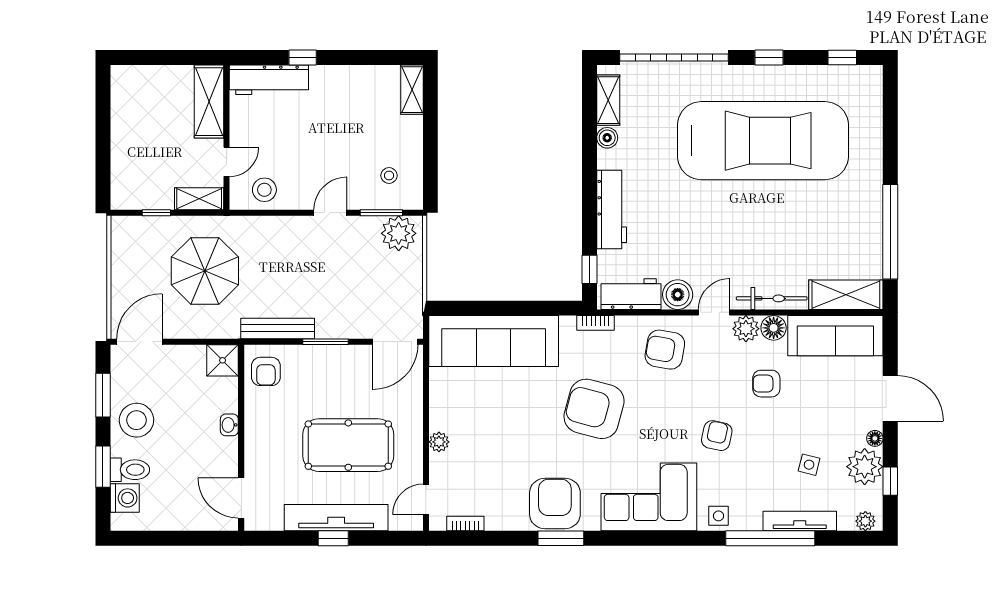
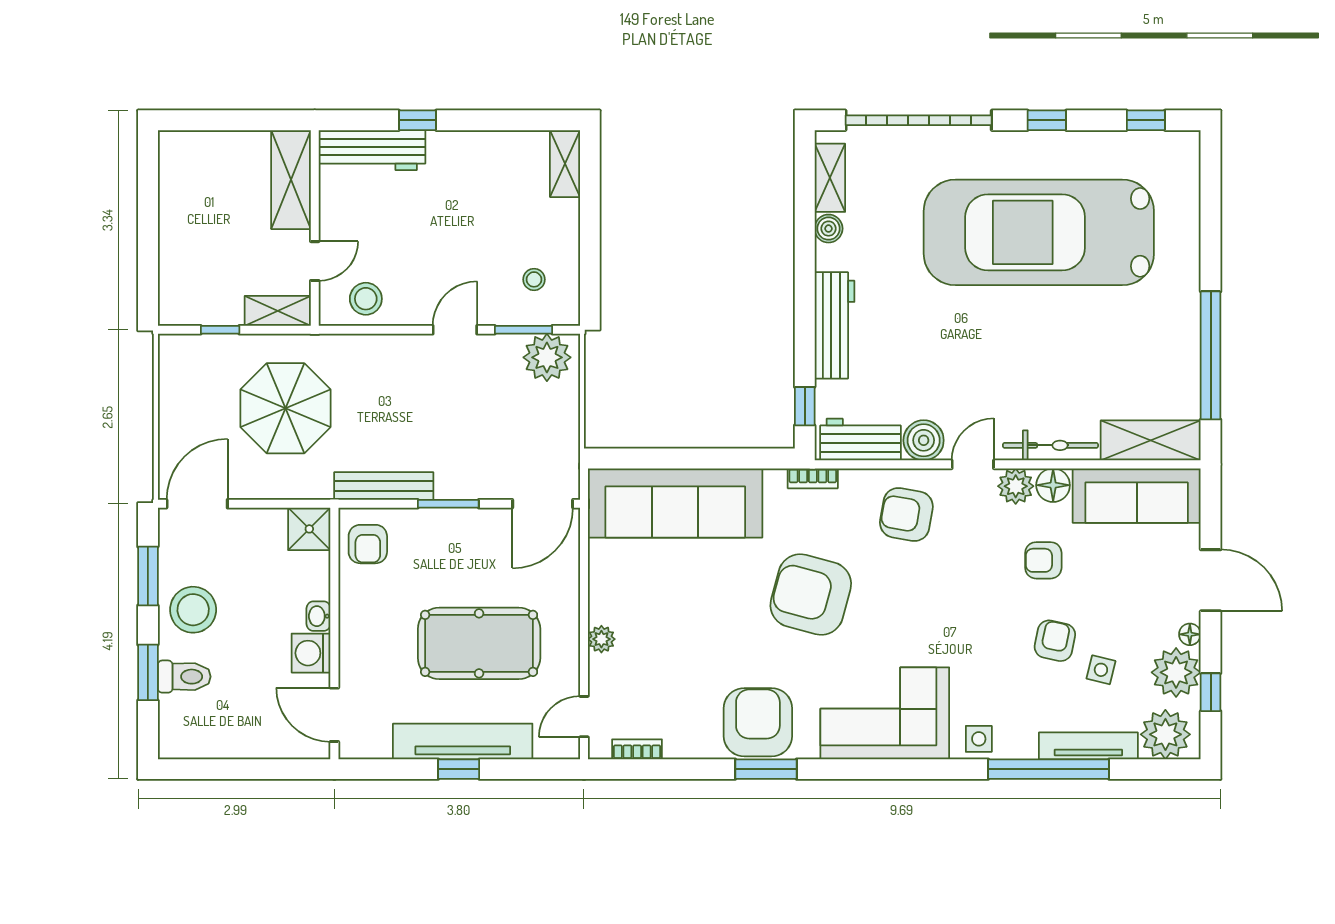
car: (763, 141) -> (1039, 232), turned 180
armchair: (717, 436) -> (1055, 641), moved
washing machine: (125, 498) -> (311, 653), moved, turned 180
plant: (865, 521) -> (1165, 734), width x1.87, depth x1.87

